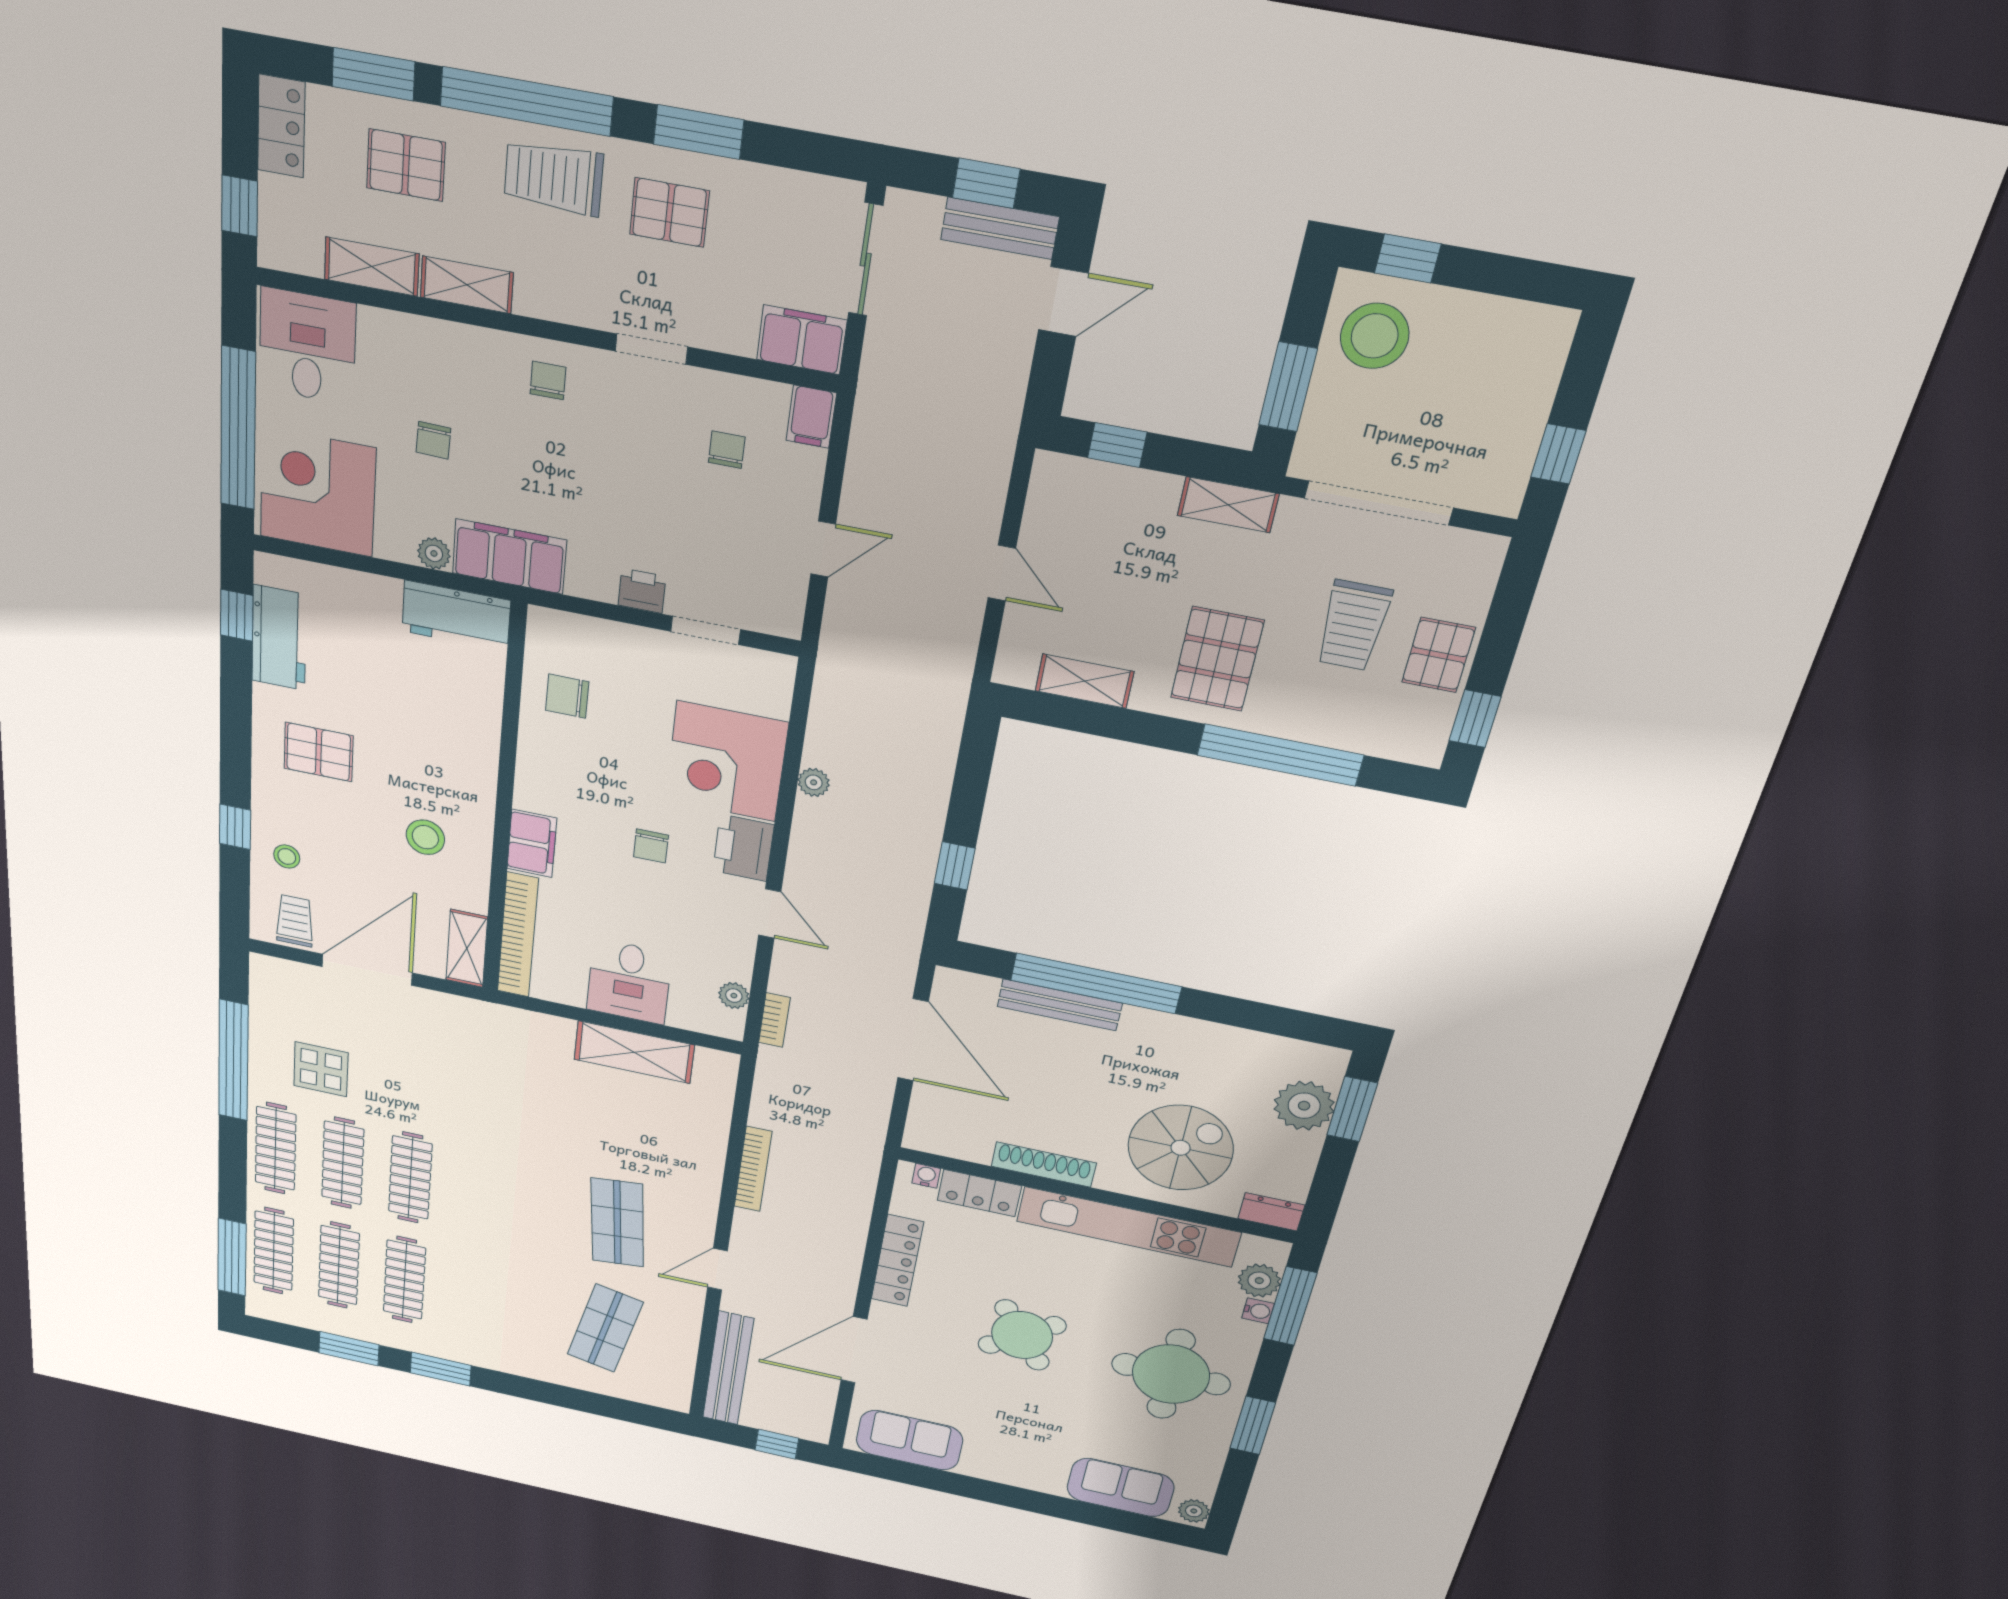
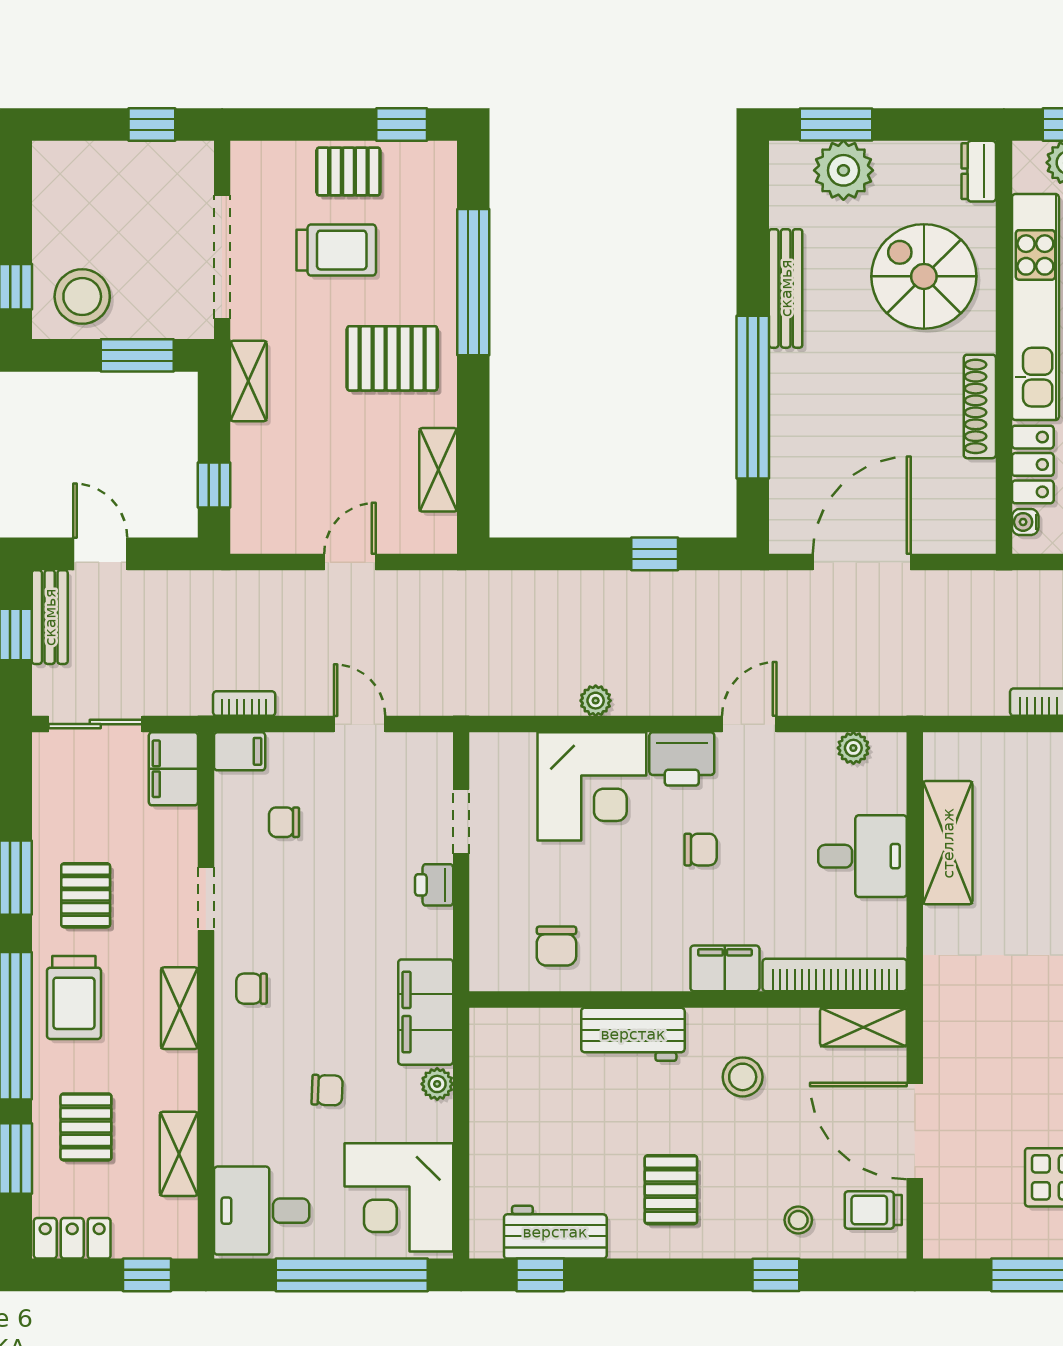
shelving: (467, 285) -> (179, 1008), moved
workbench: (456, 616) -> (633, 1034), moved, turned 90
bench: (1060, 1005) -> (786, 288), moved
bookcase: (774, 1020) -> (244, 704), moved

